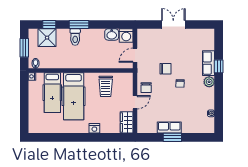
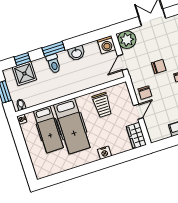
washbasin: (112, 34) -> (77, 53), moved
plant: (145, 37) -> (127, 40), added

